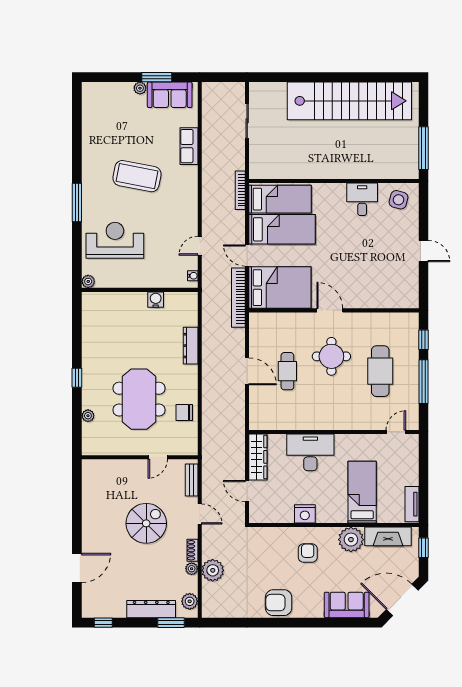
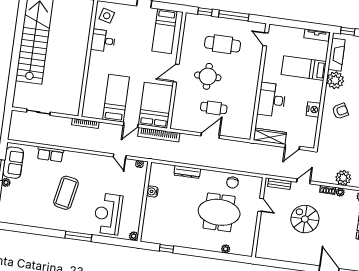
bed: (280, 199) -> (164, 31), moved, turned 180
window: (77, 378) -> (167, 248), moved
armchair: (308, 553) -> (340, 111), turned 152

